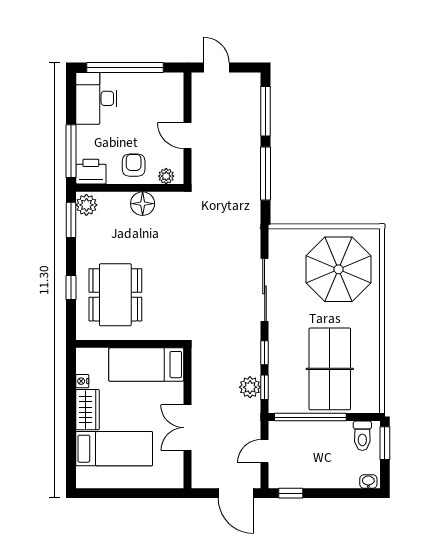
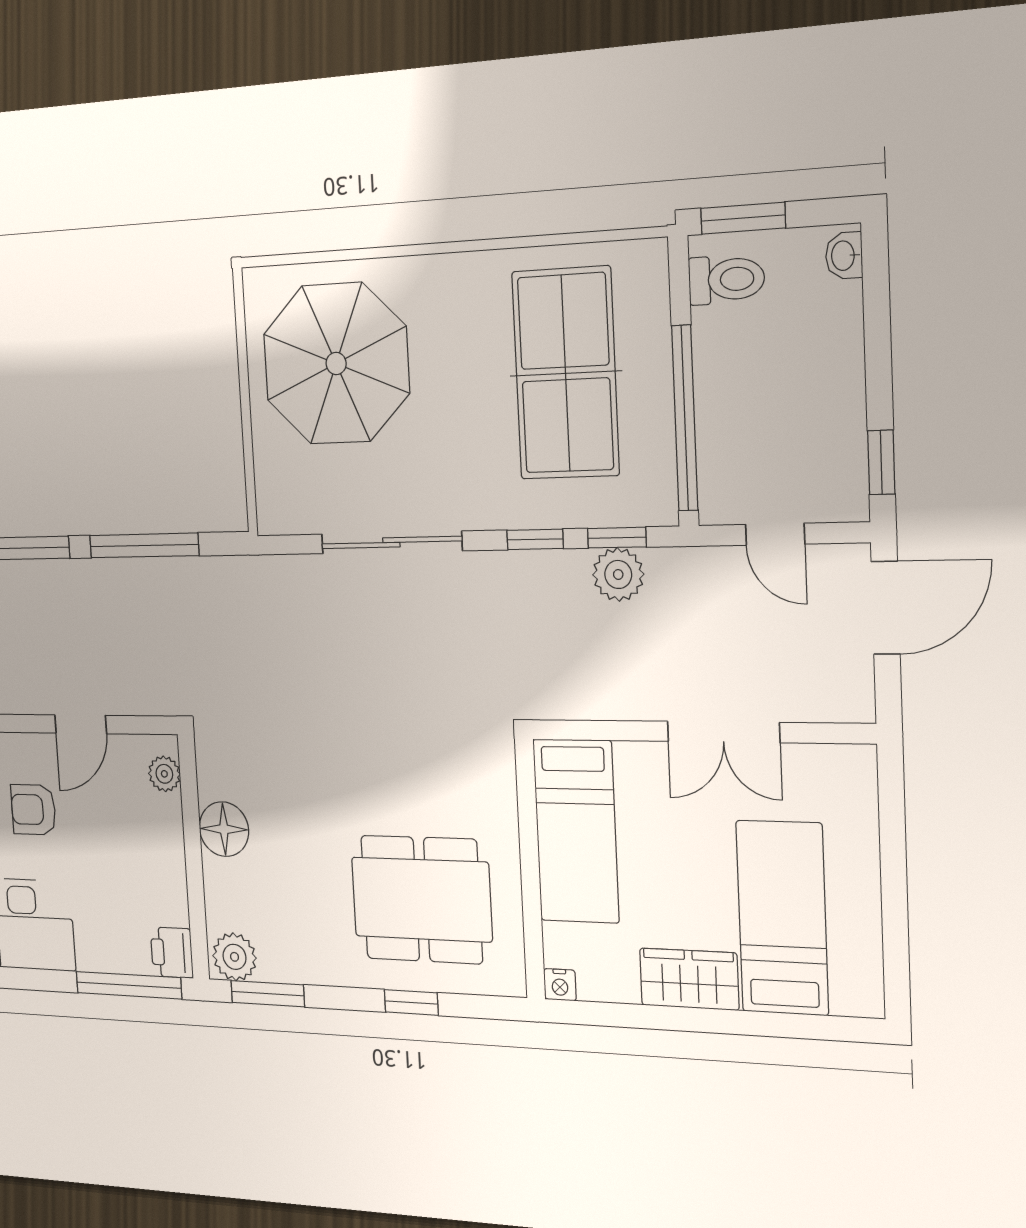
armchair: (134, 165) -> (33, 810), moved
printer: (91, 172) -> (172, 953), width x0.73, depth x0.81
table tennis table: (330, 369) -> (565, 373), turned 90
nightstand: (82, 381) -> (560, 985), moved

